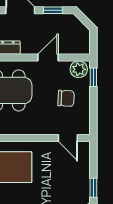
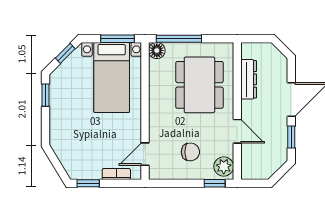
chair: (66, 98) -> (190, 152), turned -93
bookcase: (85, 163) -> (116, 174), added

